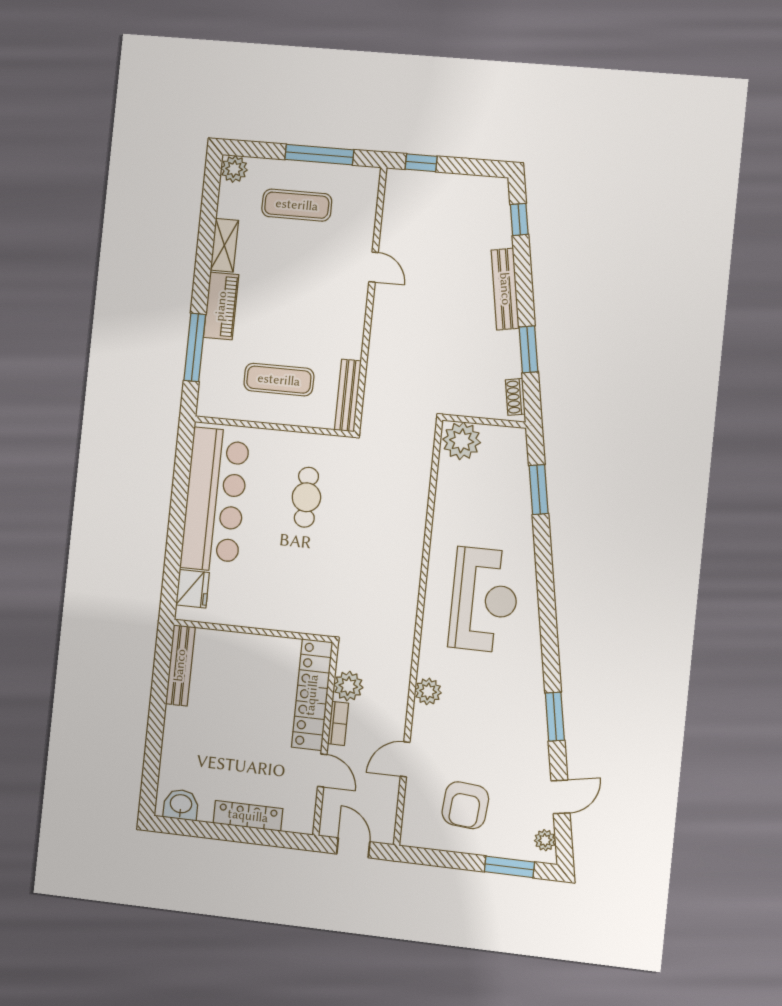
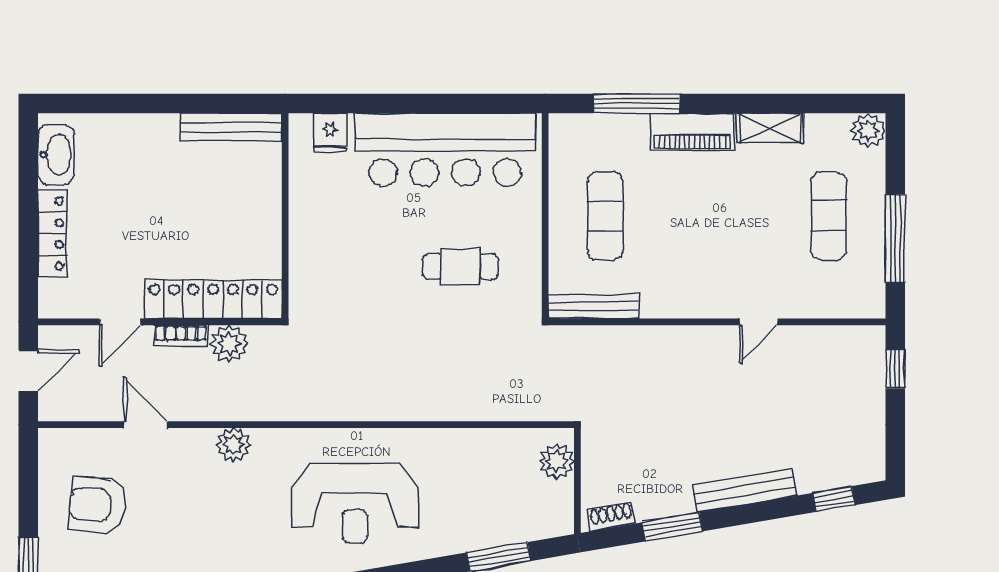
plant: (462, 441) -> (557, 461), width x0.73, depth x0.73
fridge: (193, 589) -> (330, 133), width x0.72
washbasin: (181, 805) -> (56, 155), width x1.38

